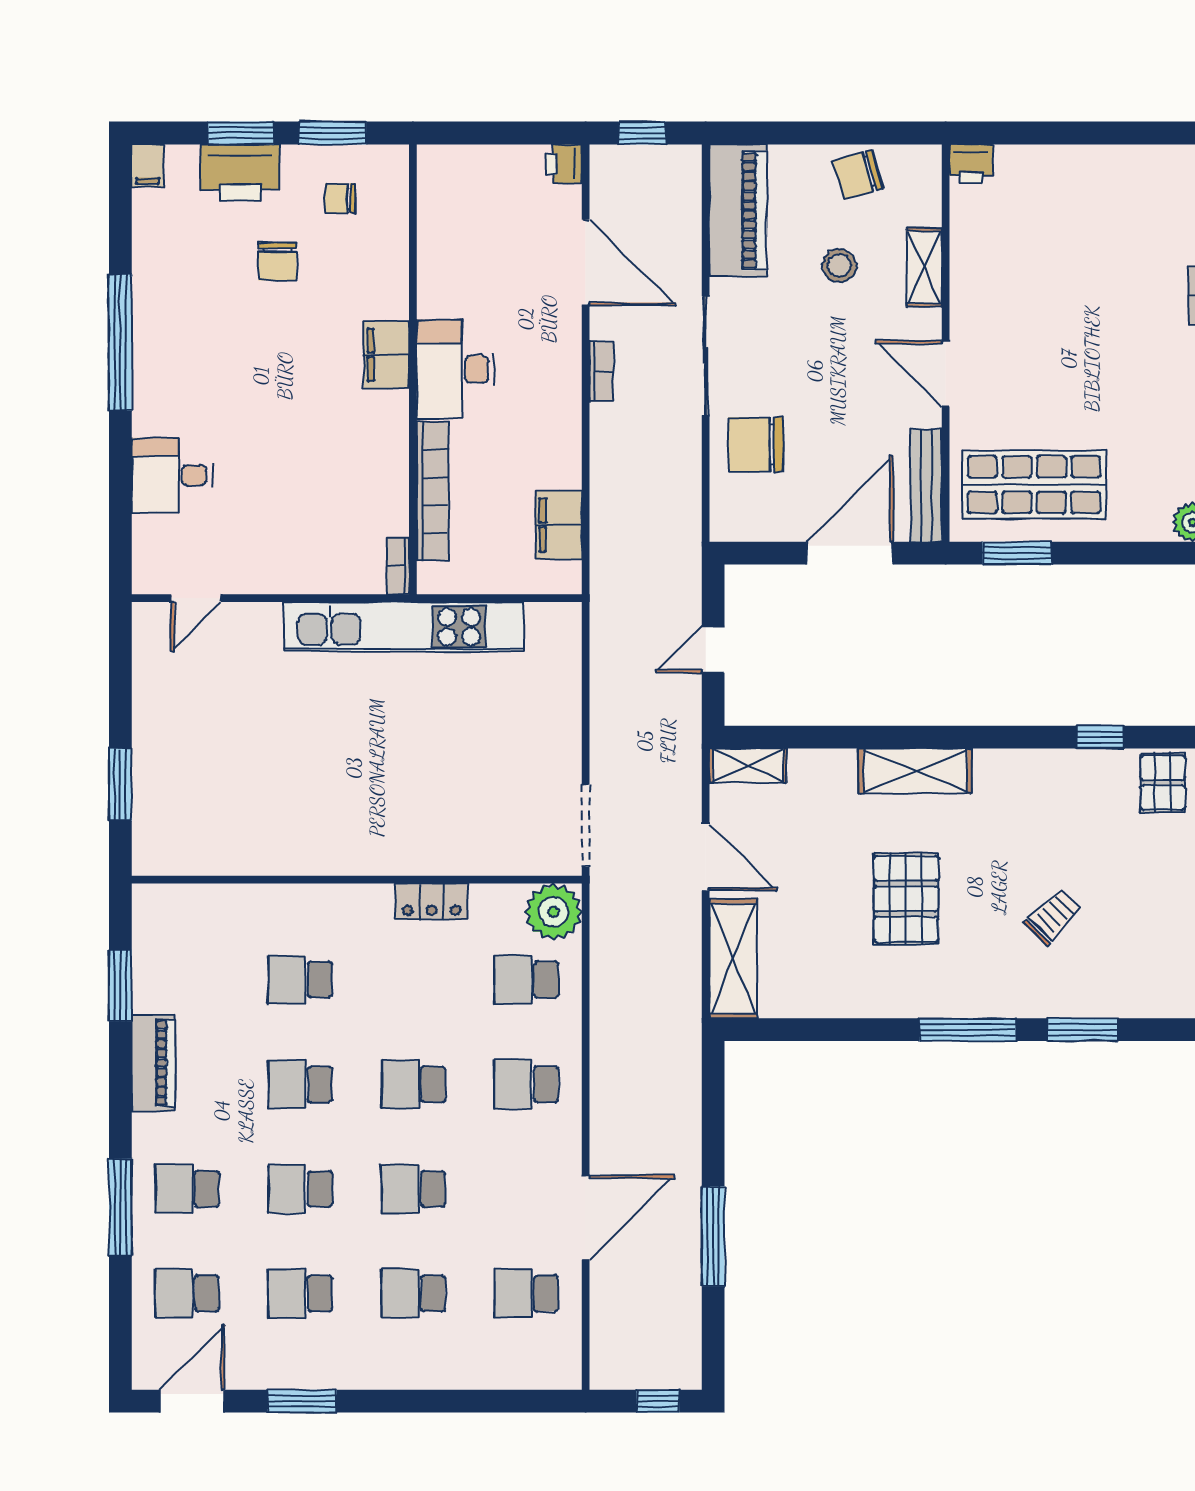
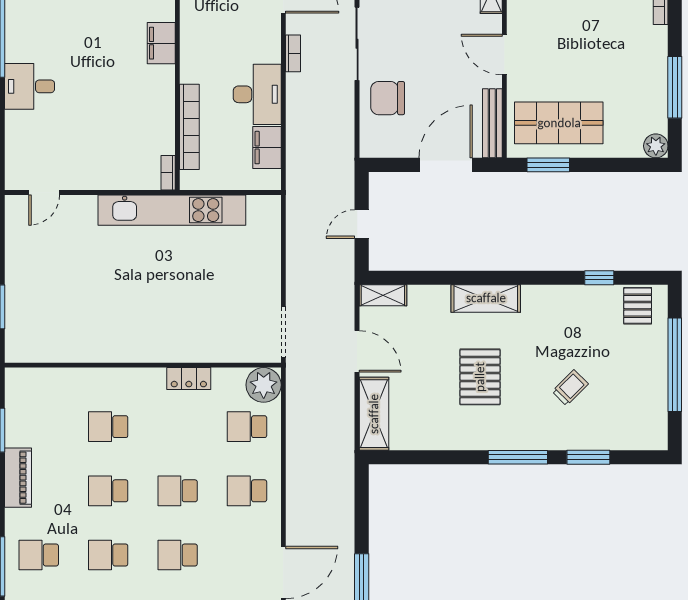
desk: (456, 369) -> (257, 94), moved, turned 180
desk: (172, 475) -> (30, 86), moved

